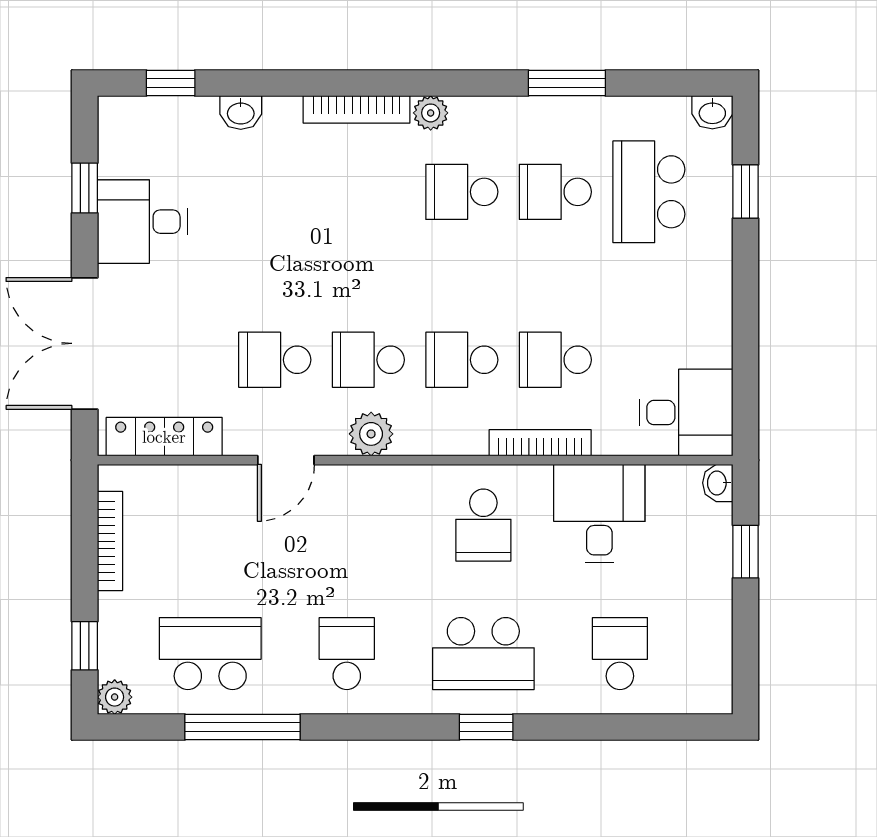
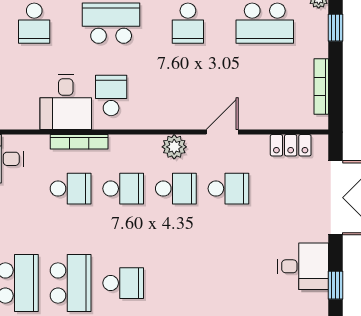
school desk: (555, 192) -> (71, 283), width x1.85
locker: (164, 437) -> (291, 145), width x0.66
desk: (599, 514) -> (66, 102), moved

